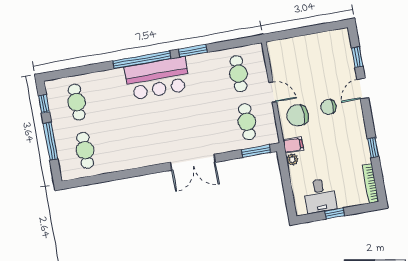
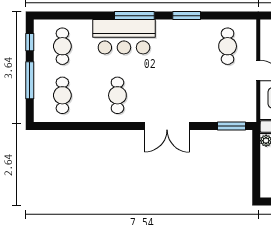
window: (142, 60) -> (134, 16), width x0.68
bar counter: (157, 78) -> (124, 37), moved
cafe table: (247, 122) -> (117, 95), moved

